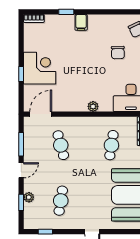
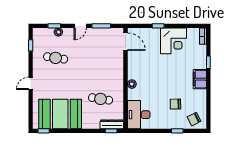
filing cabinet: (81, 22) -> (200, 79), width x2.00
corner desk: (40, 68) -> (173, 41), moved
cafe table: (61, 145) -> (101, 58), removed
door: (21, 170) -> (80, 26), hinge flipped

